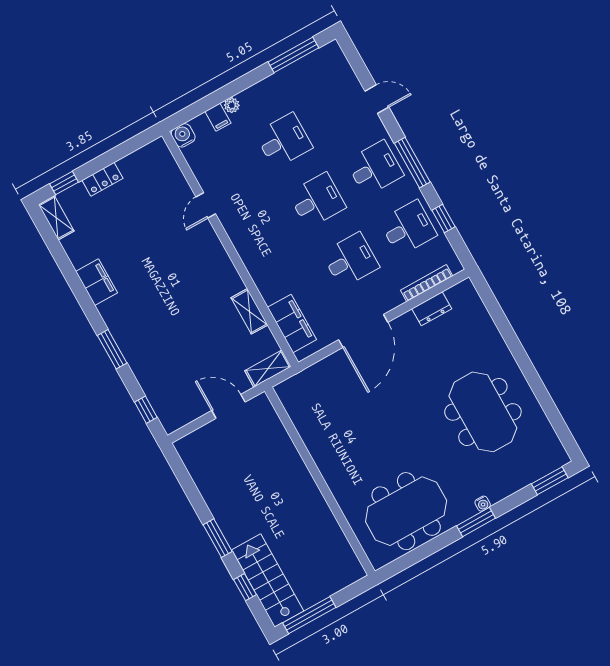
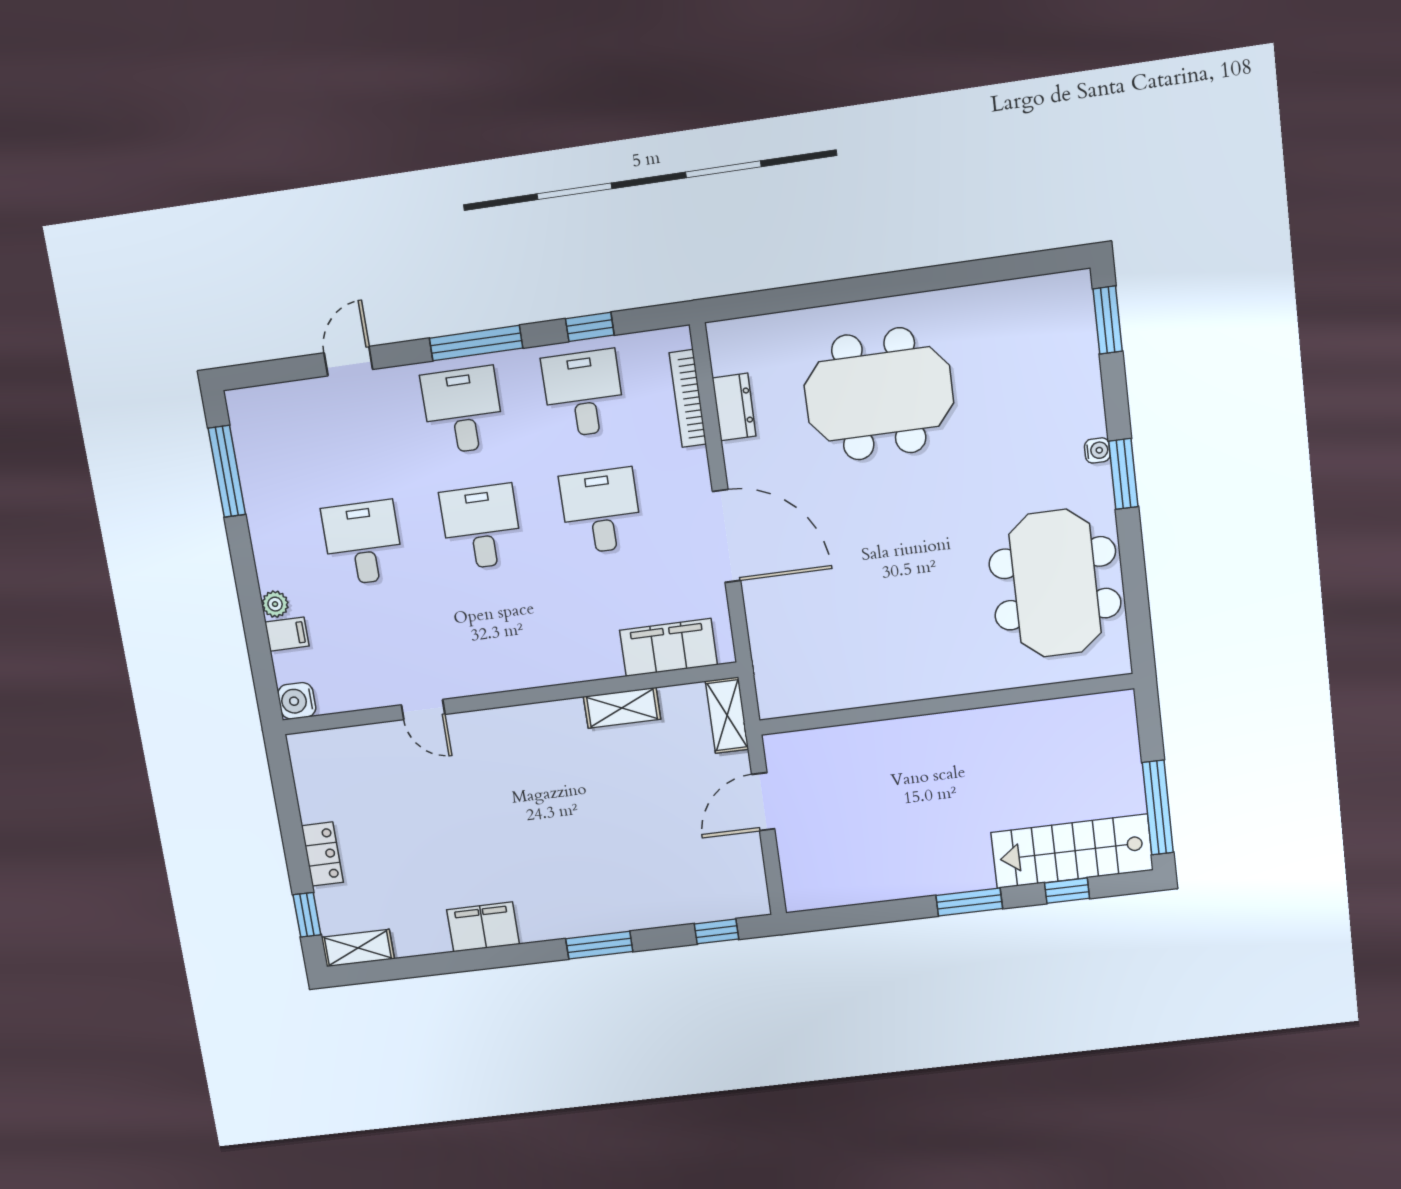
meeting table: (483, 412) -> (879, 394), moved

